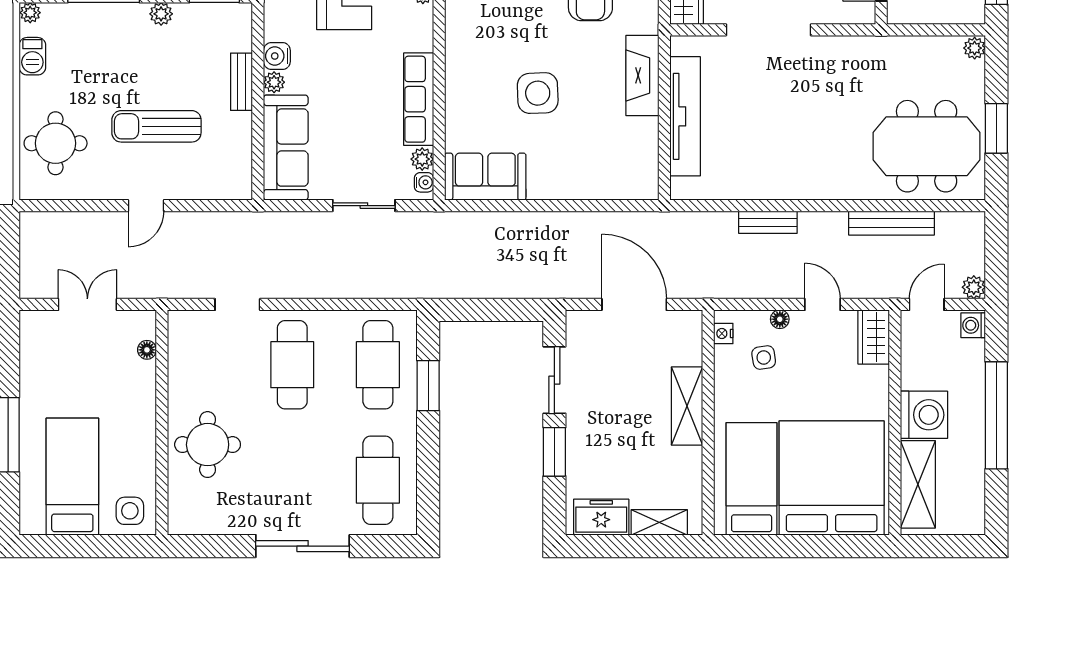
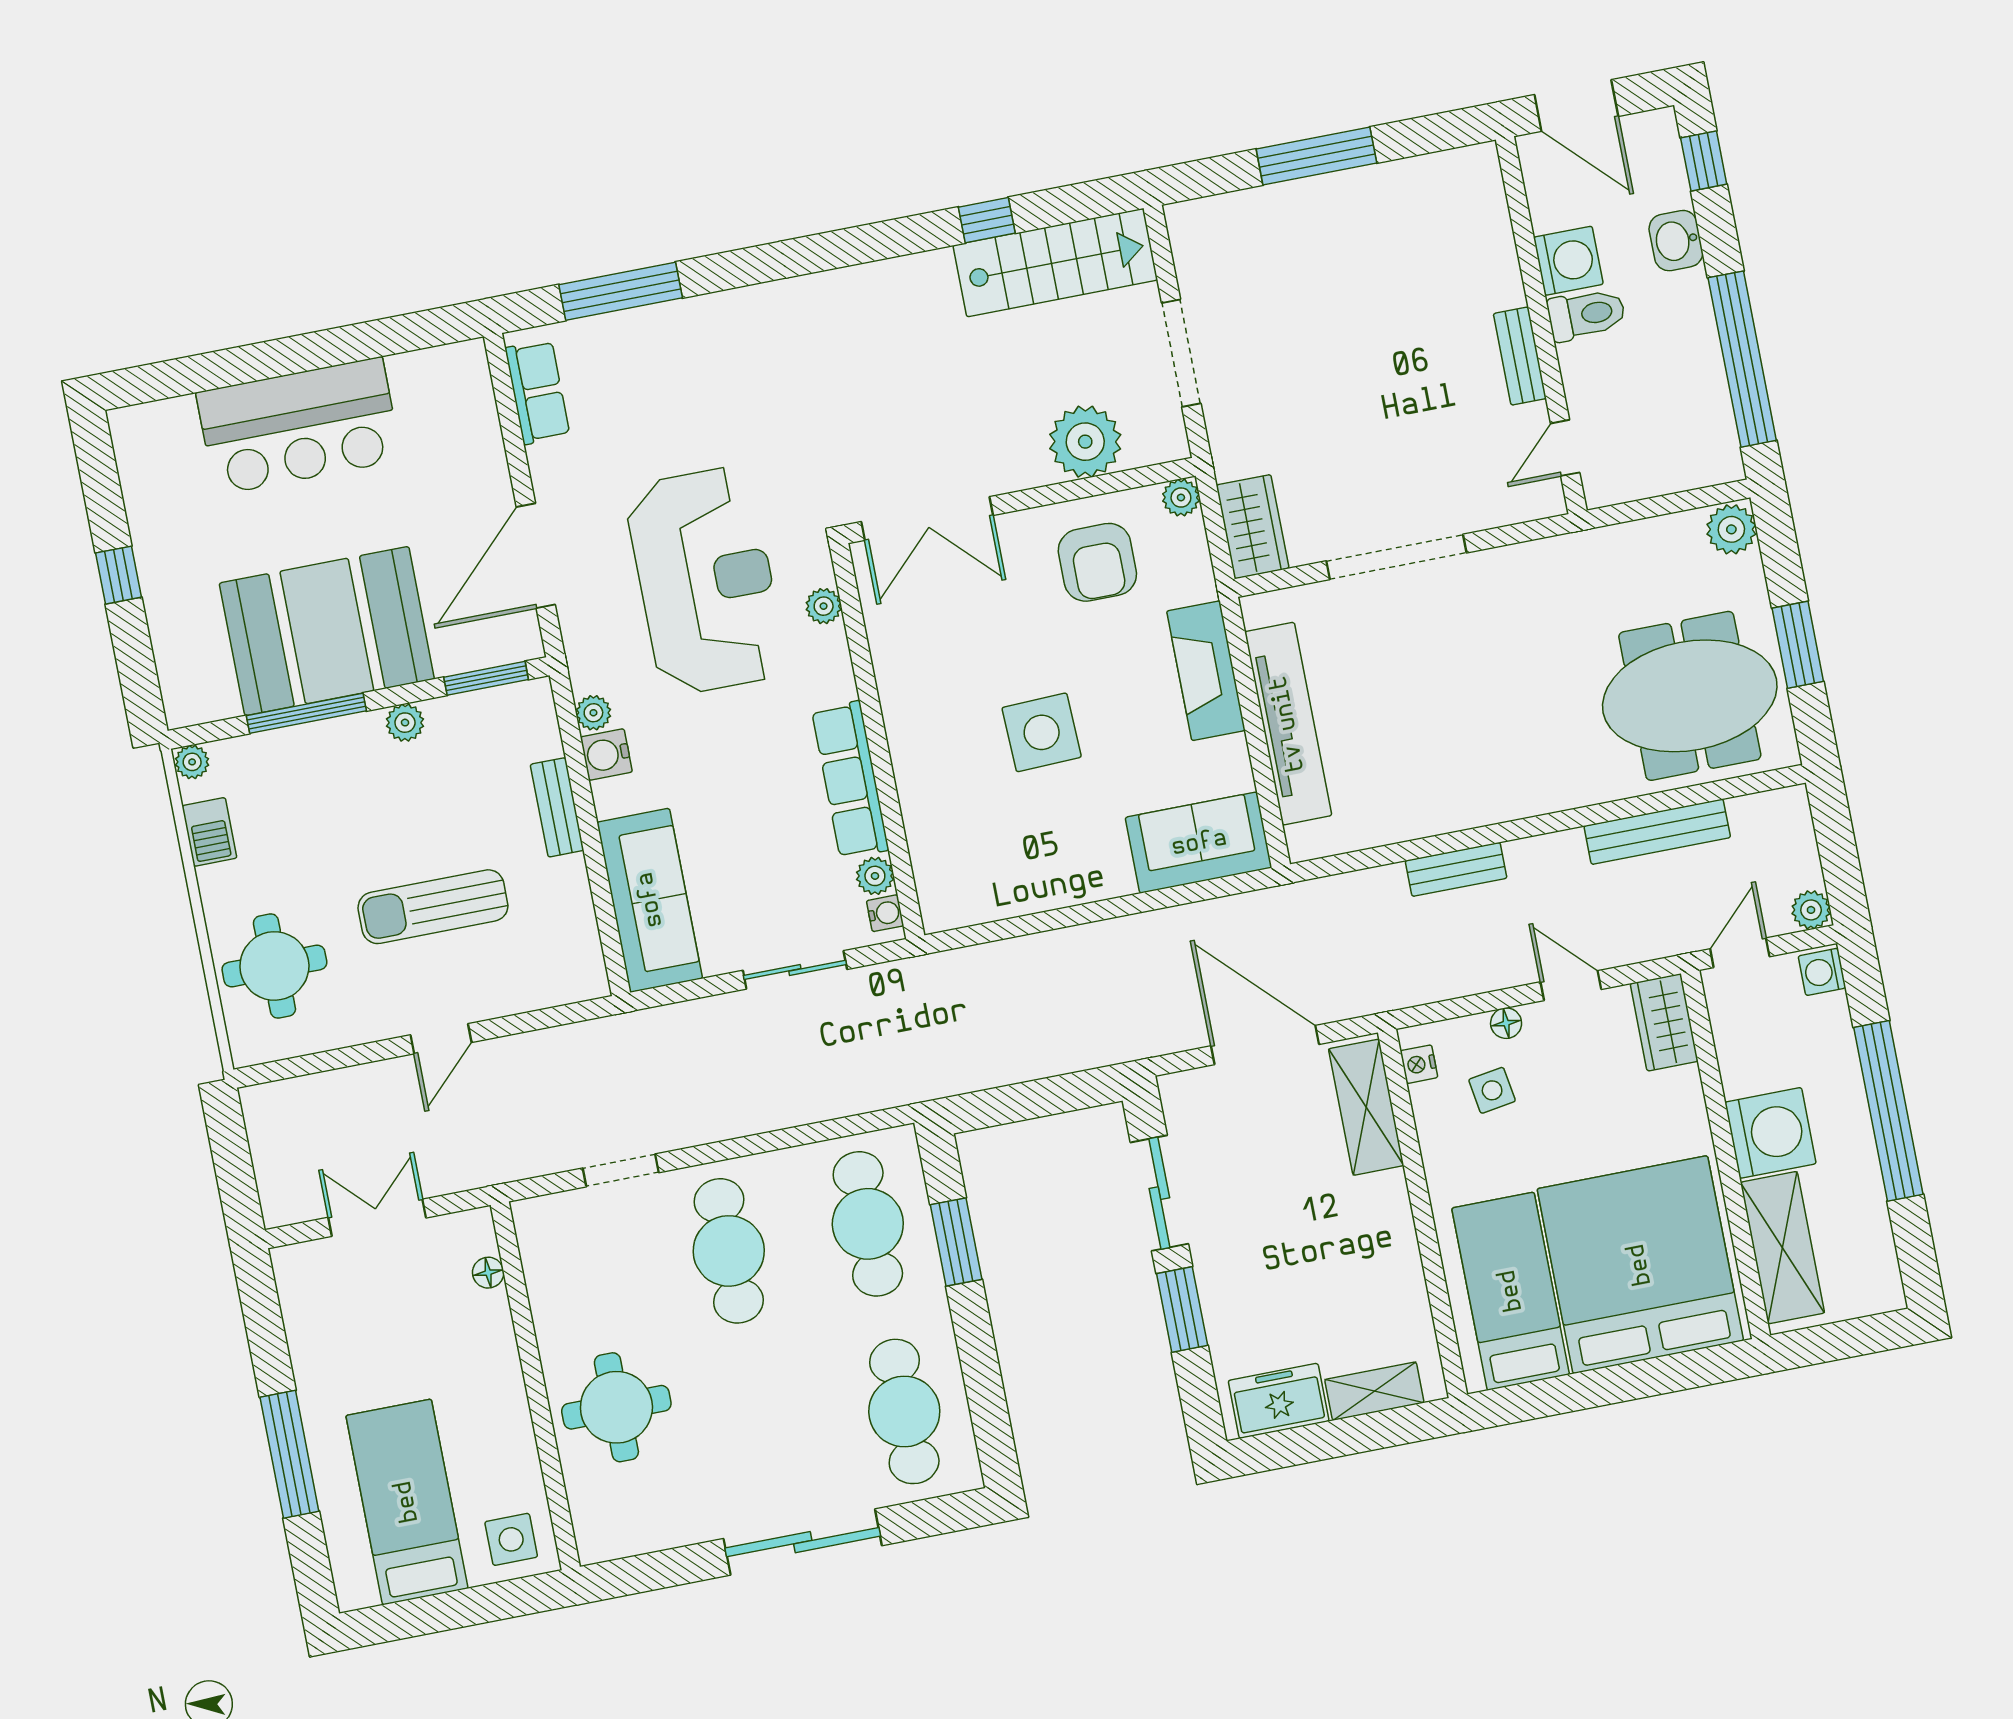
plant: (975, 48) -> (1731, 529), width x1.38, depth x1.38
plant: (274, 82) -> (593, 713), moved
sofa: (485, 177) -> (1199, 843), moved
shelving: (687, 406) -> (1366, 1107), moved

